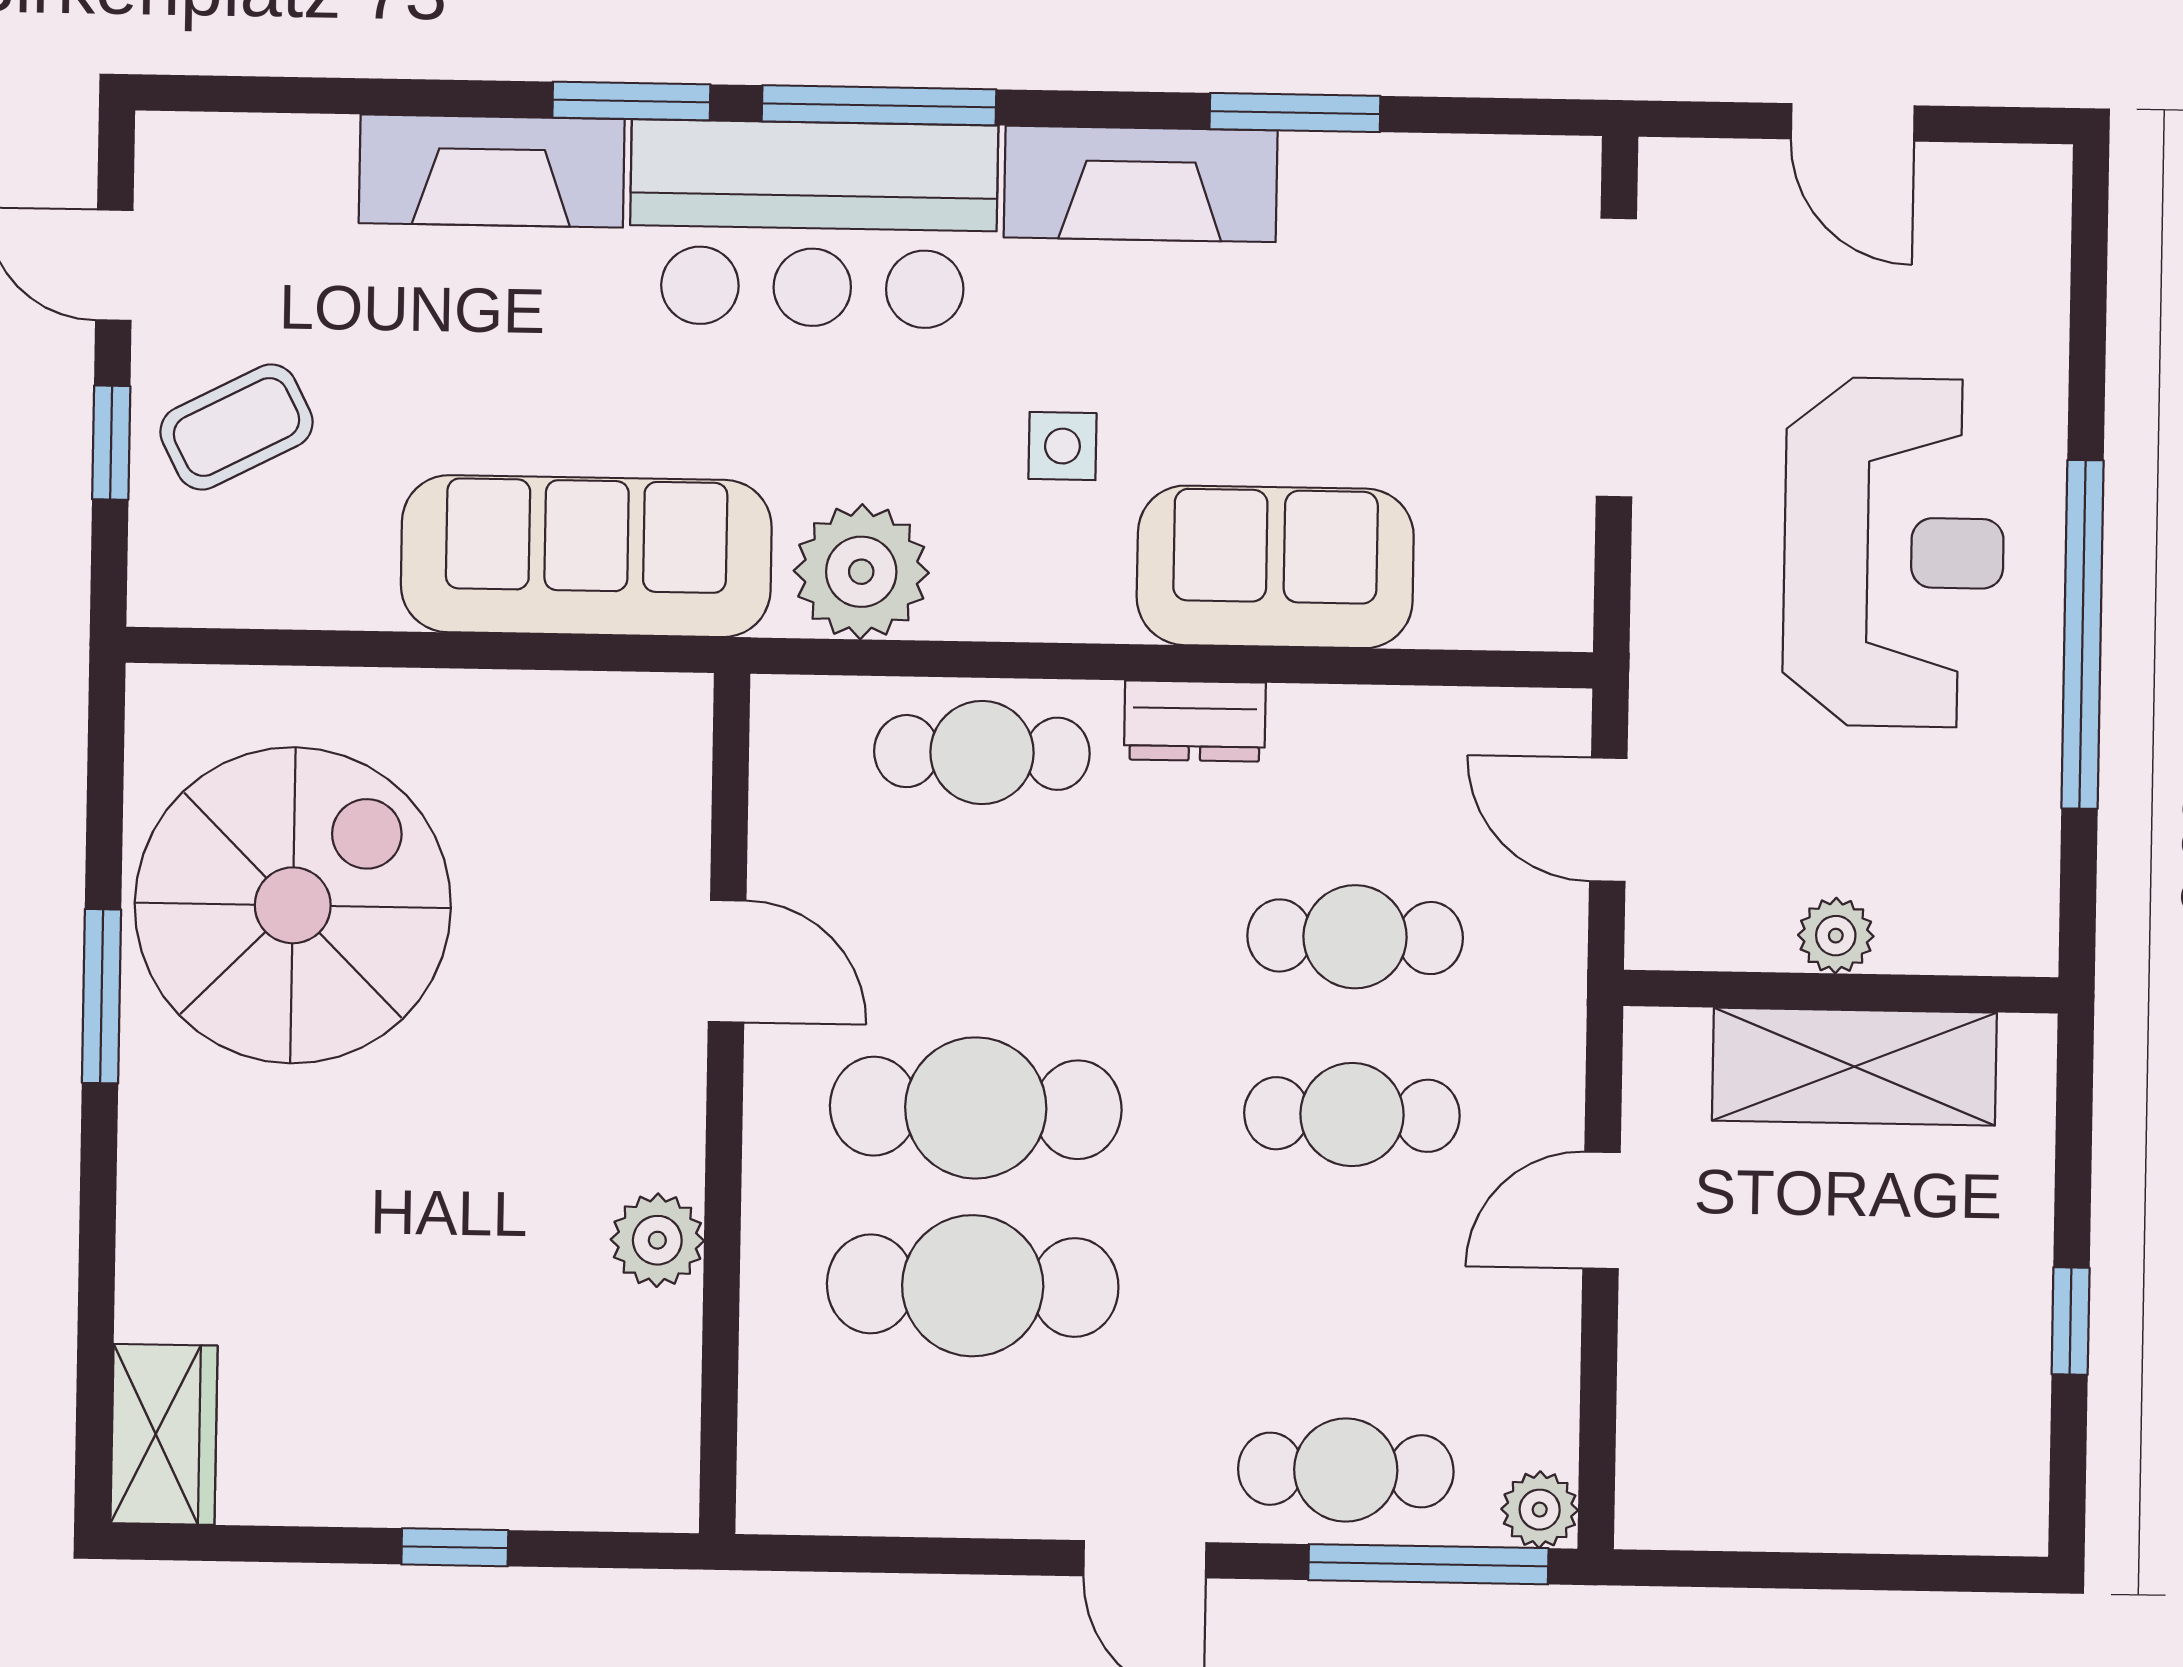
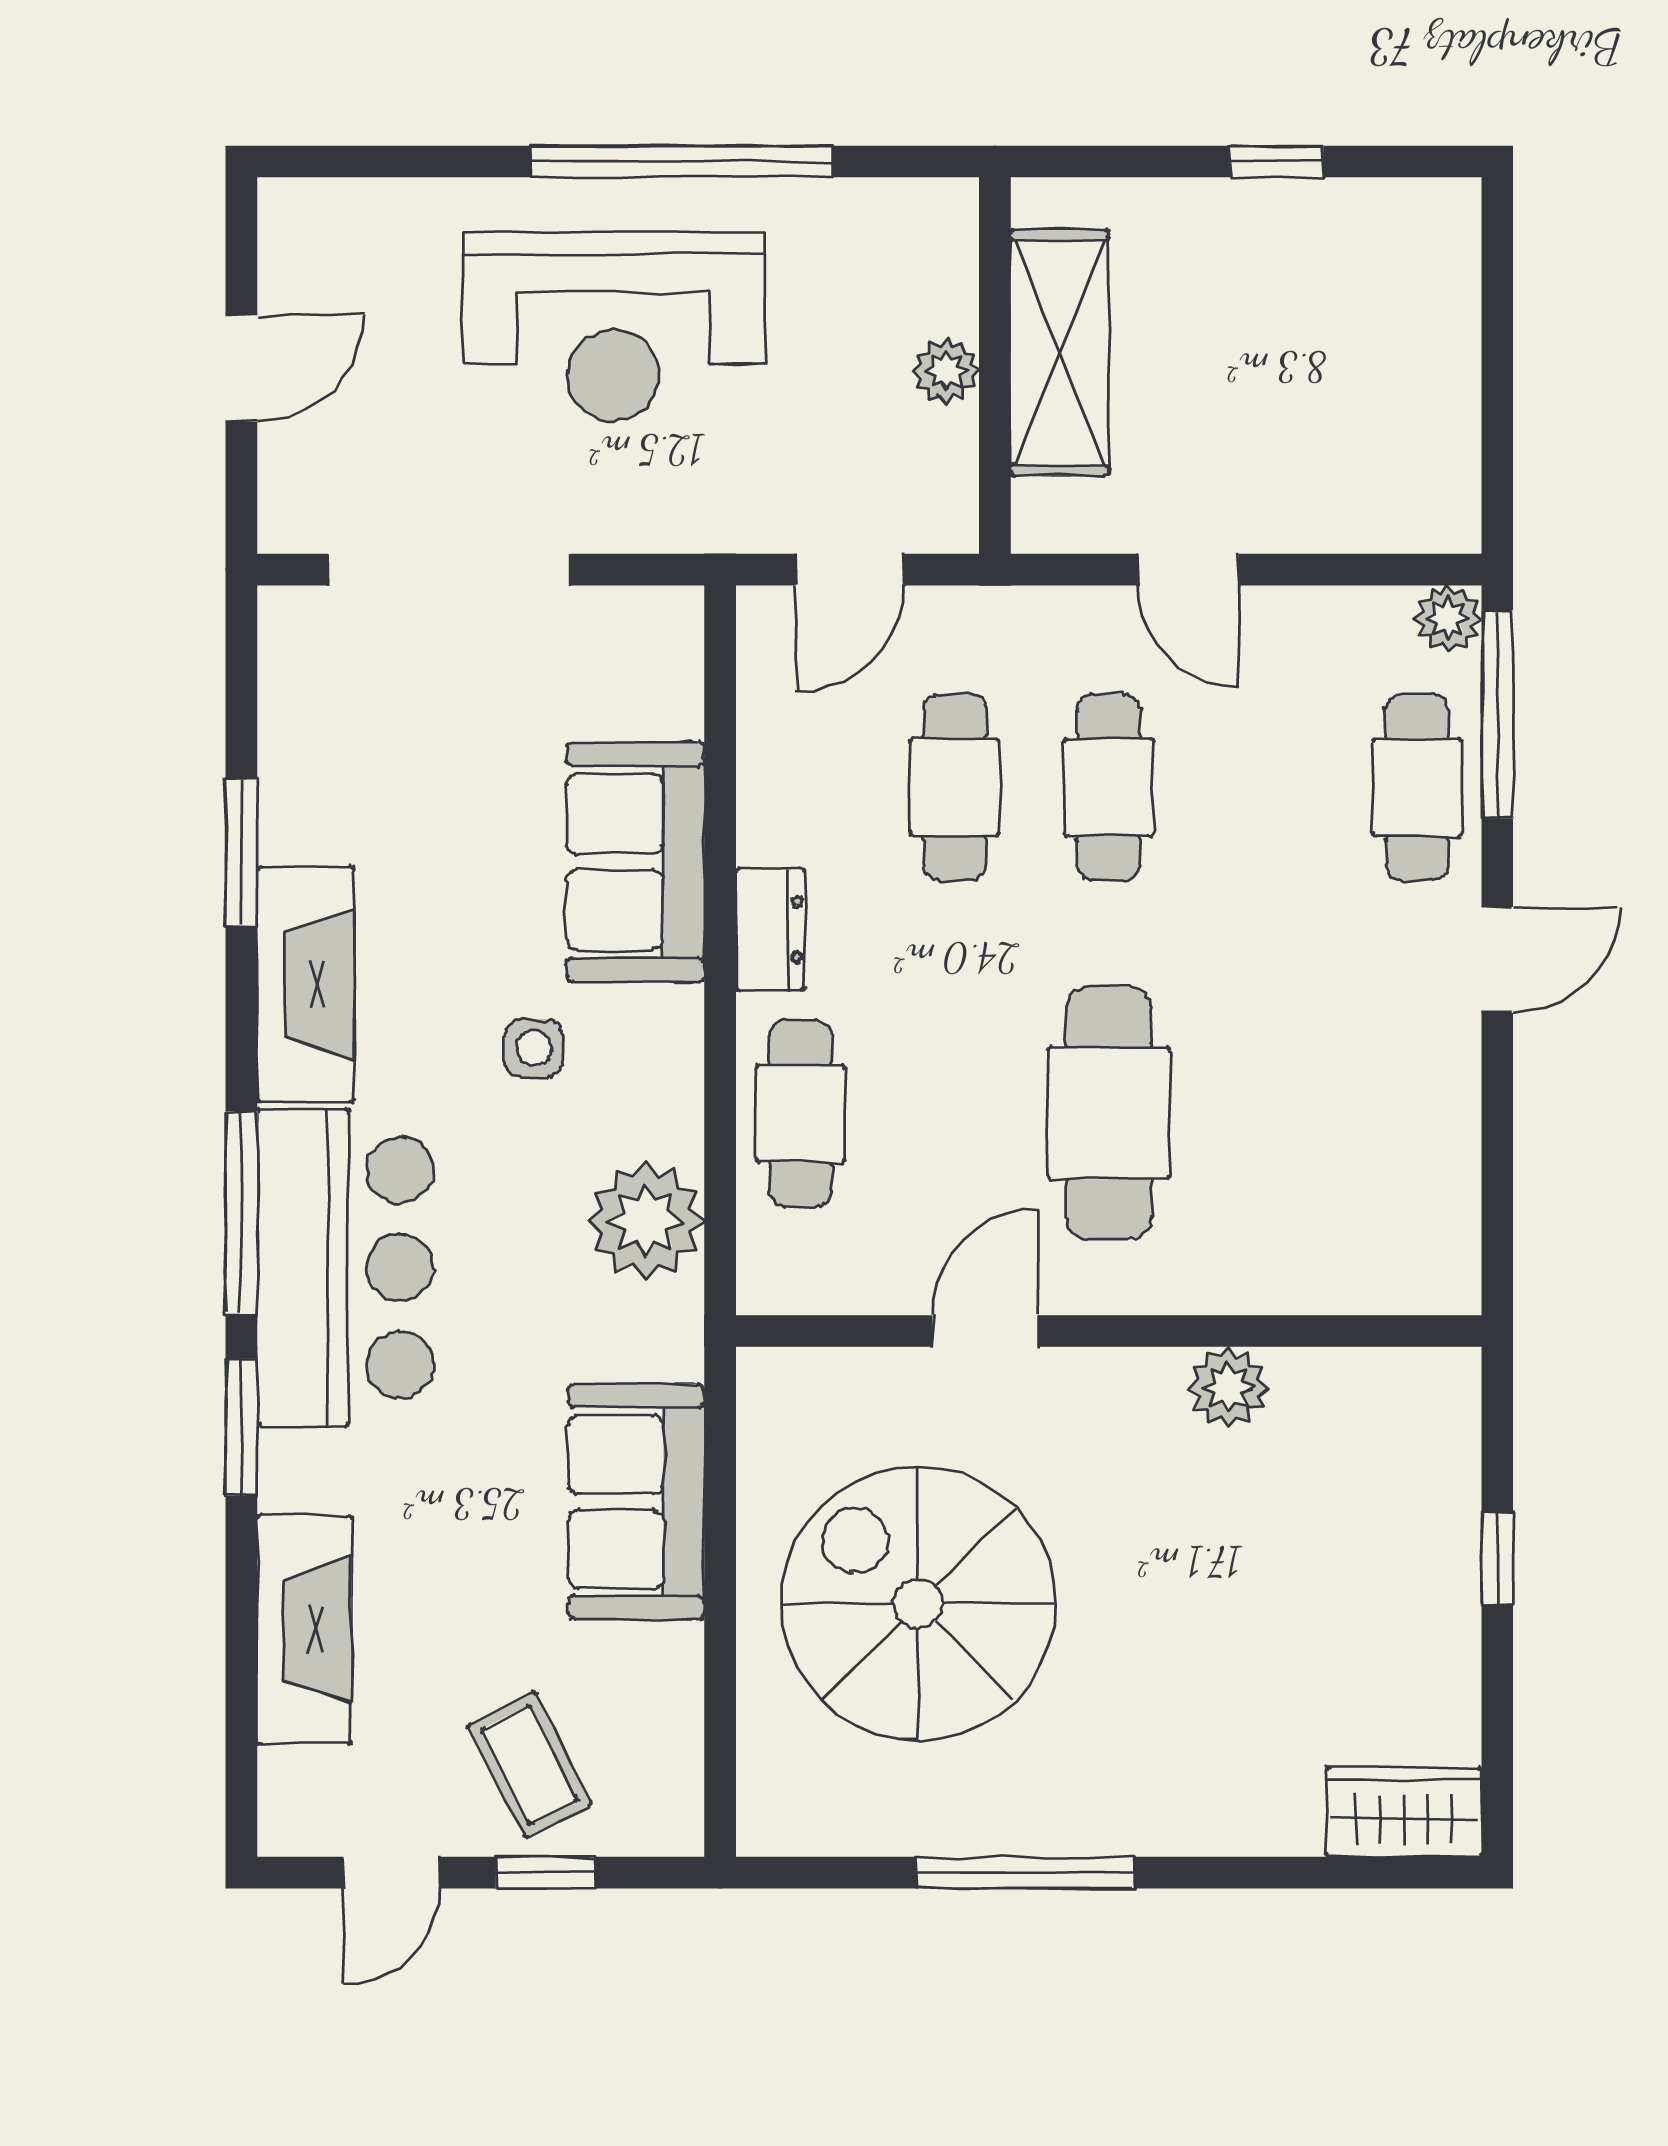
fireplace: (492, 171) -> (304, 1629), moved
reception desk: (1894, 552) -> (613, 326), turned 180
sofa: (586, 556) -> (636, 1502), width x0.73
spiral stairs: (293, 905) -> (918, 1604), moved
window: (102, 996) -> (1025, 1873), width x1.44
cafe table: (973, 1286) -> (1263, 1113), removed

